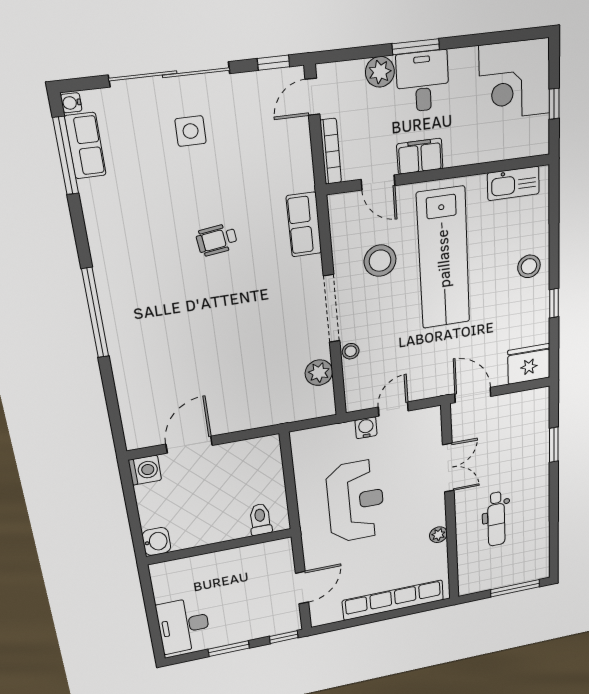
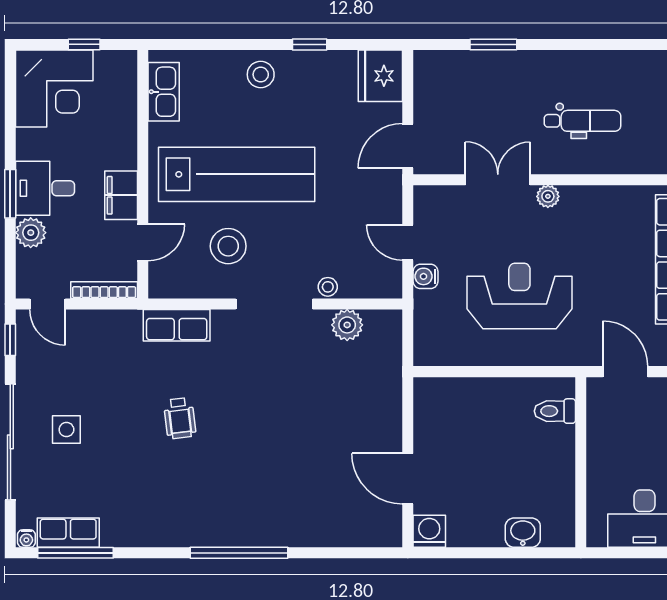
toilet: (260, 519) -> (555, 411), moved
plant: (438, 535) -> (548, 196), moved
wall: (220, 547) -> (581, 462), moved

